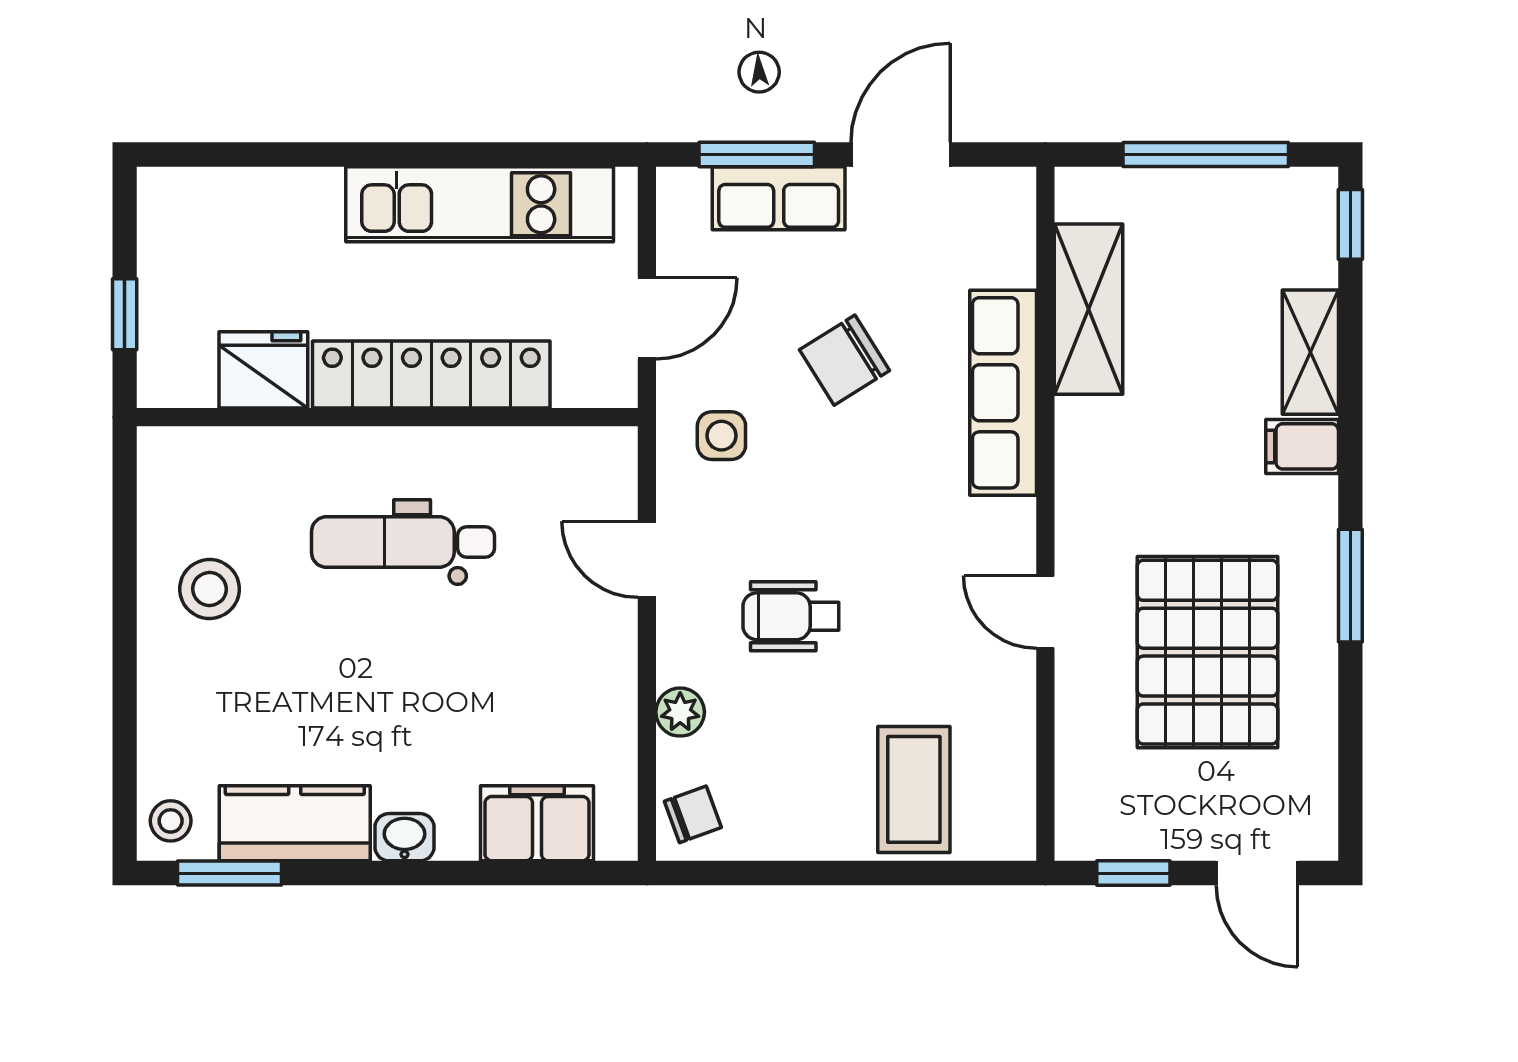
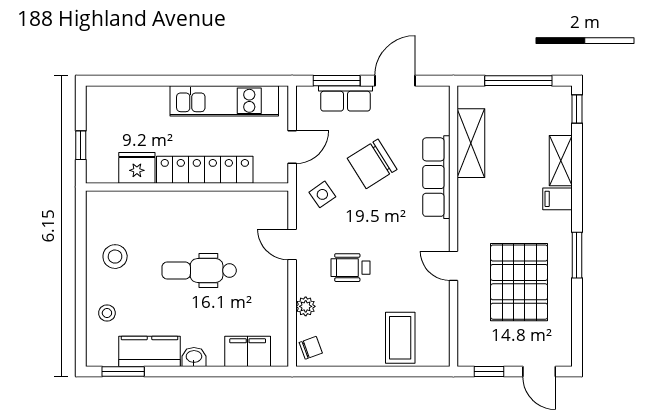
chair: (844, 360) -> (372, 164), width x1.37, depth x1.37
side table: (721, 436) -> (322, 194), turned -35
dental chair: (403, 542) -> (199, 270), moved
stool: (171, 821) -> (107, 313), moved

